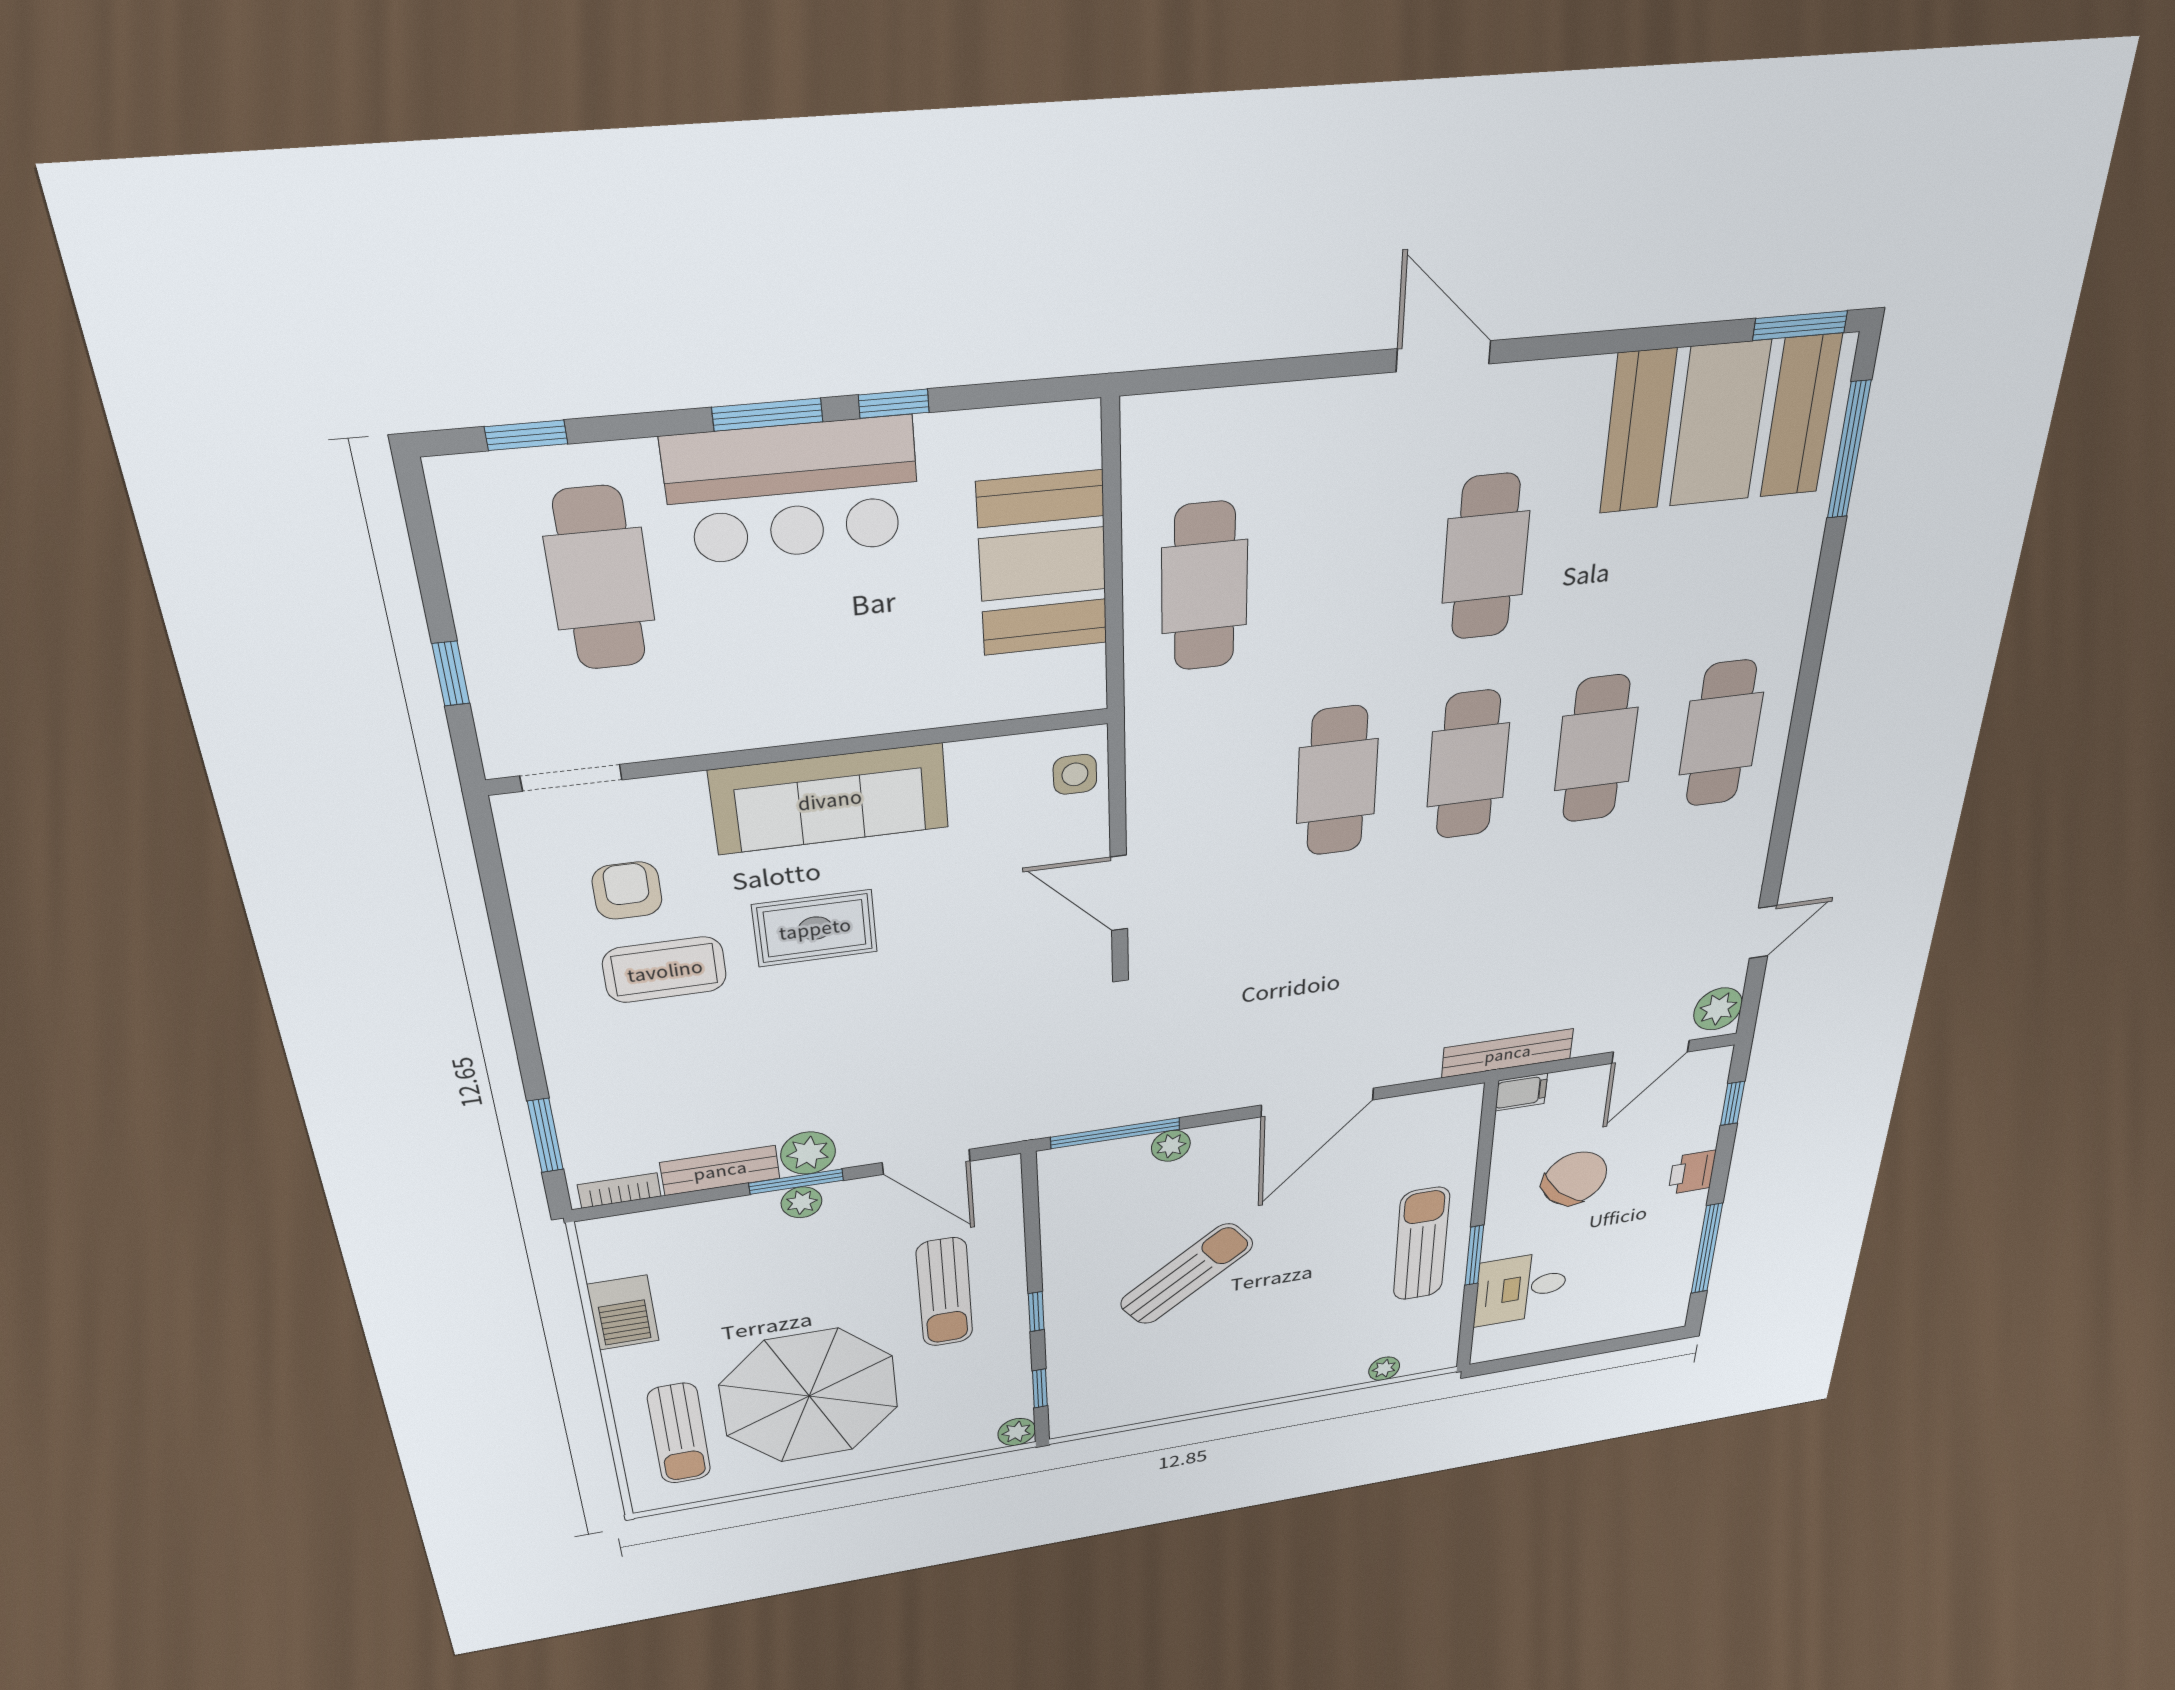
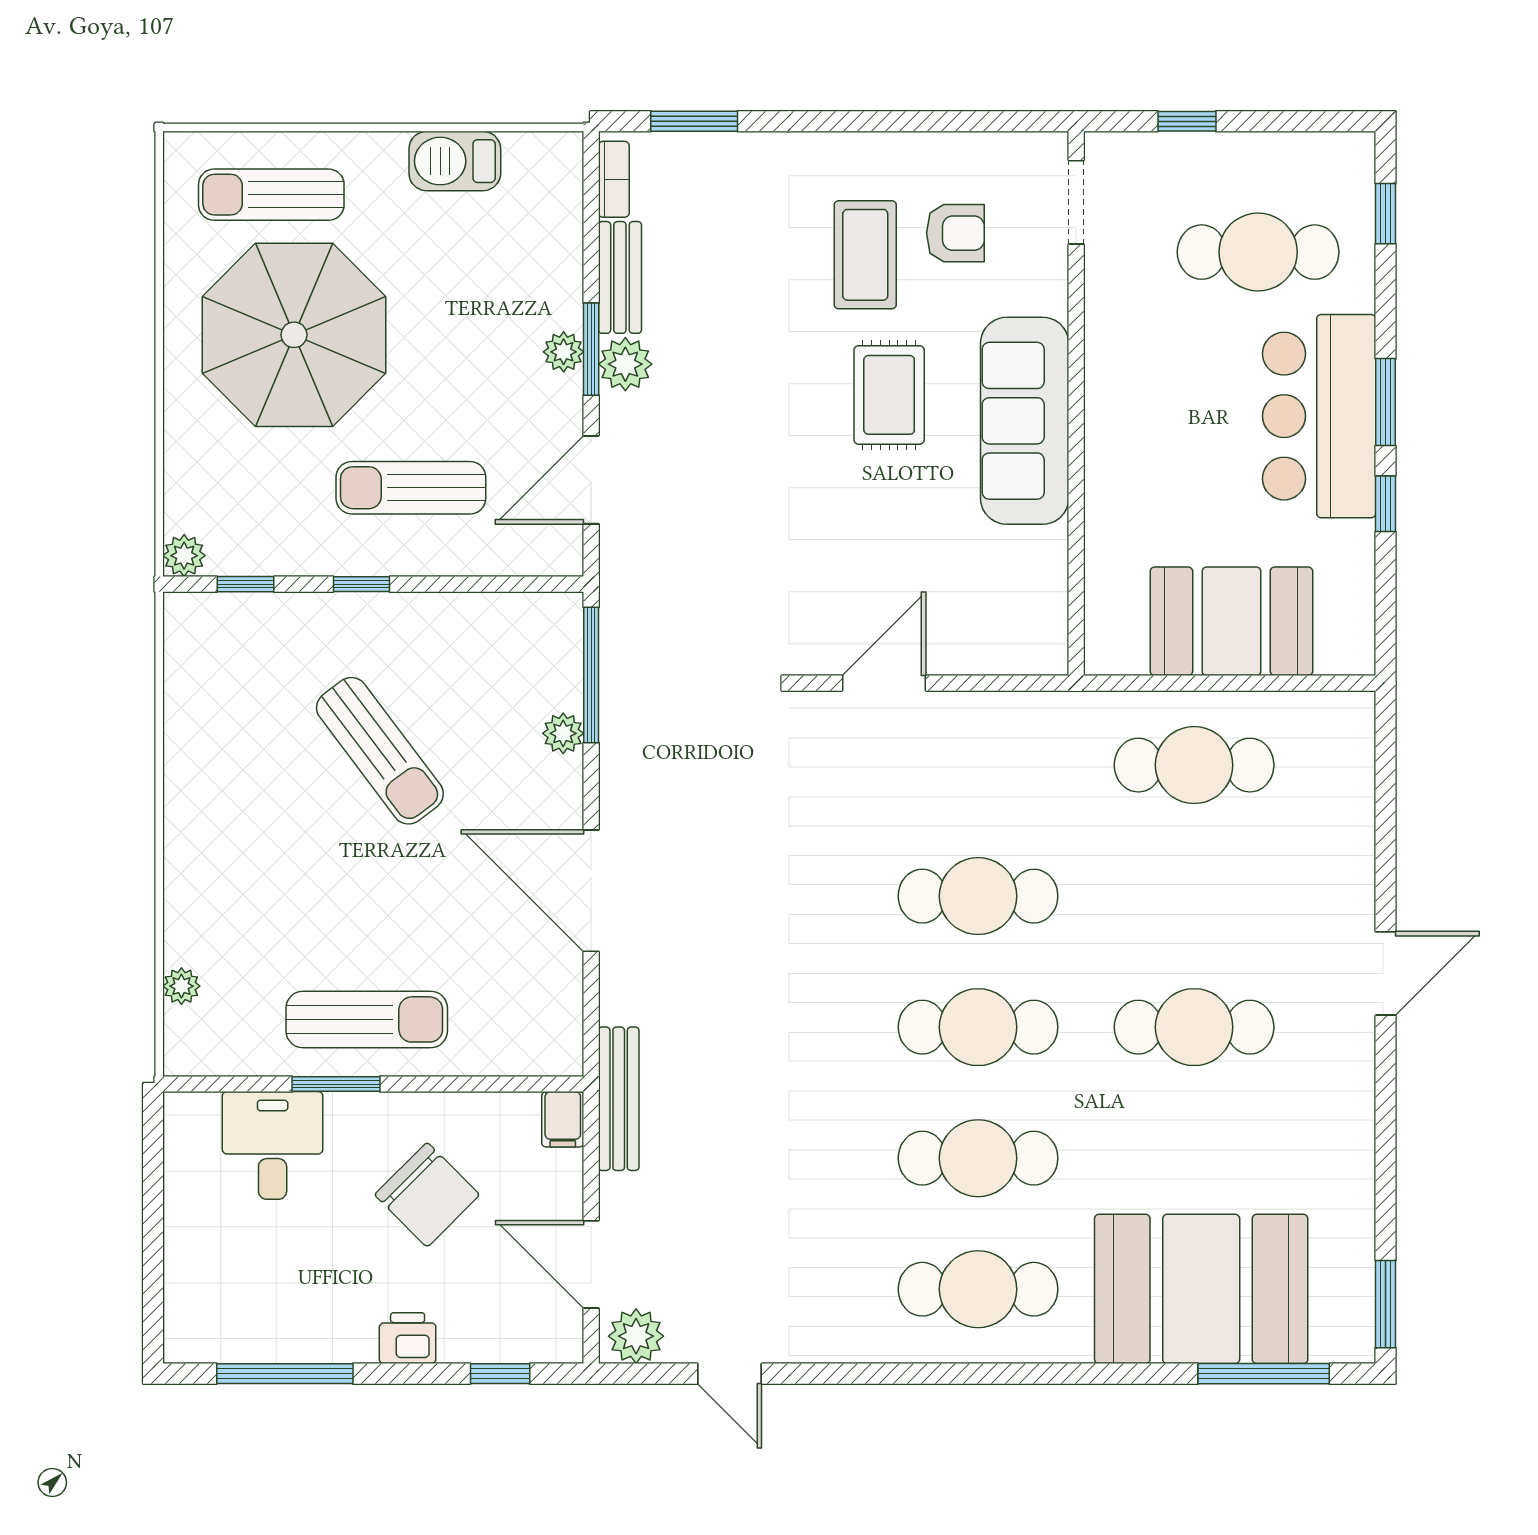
booth: (1720, 424) -> (1201, 1289), moved, turned 90
side table: (1075, 774) -> (1020, 644), removed

